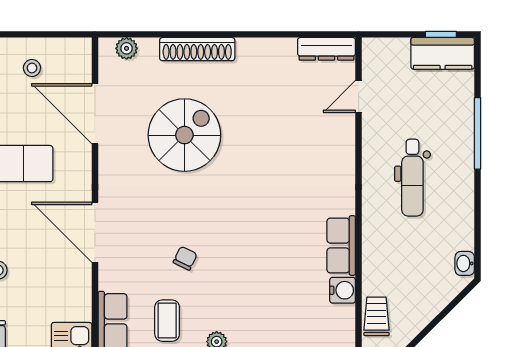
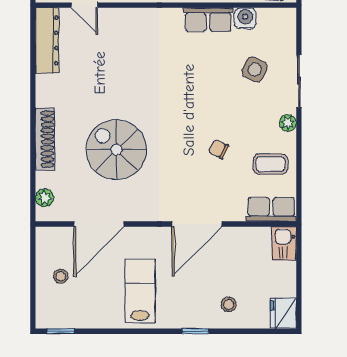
dresser: (327, 49) -> (47, 41), width x1.37, depth x1.24
side table: (281, 302) -> (255, 69), added

